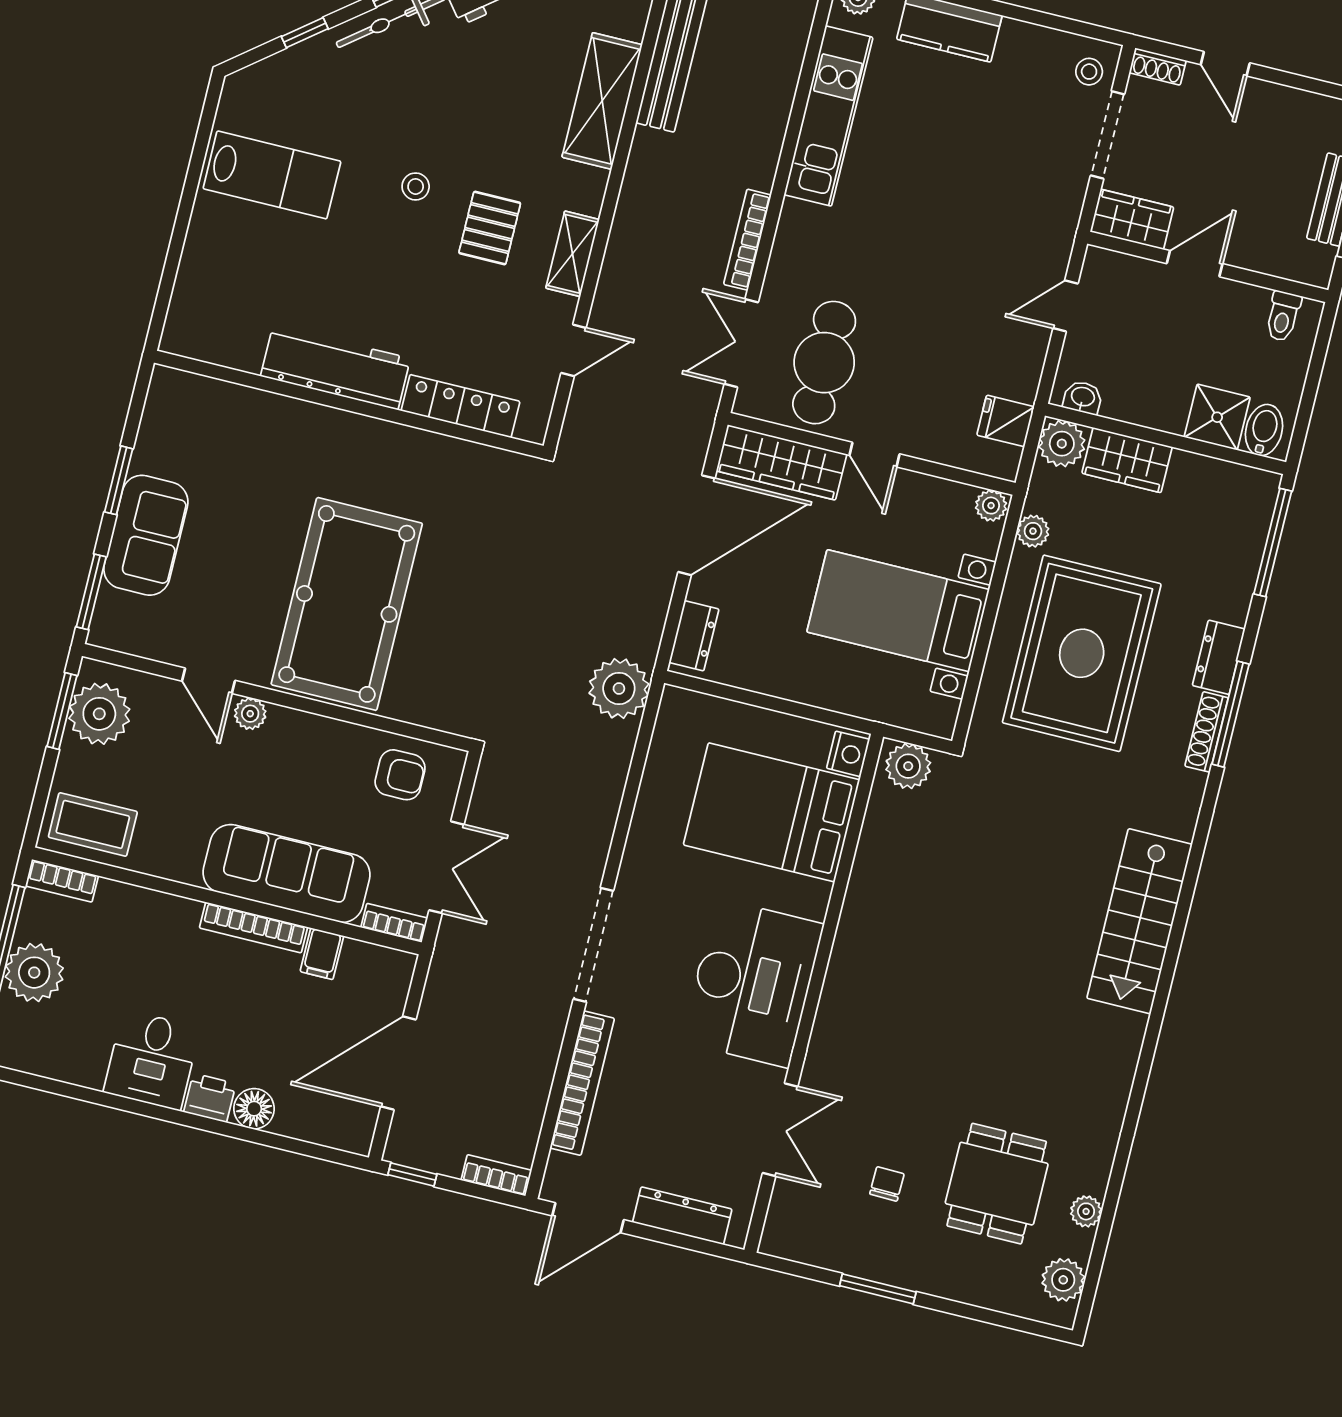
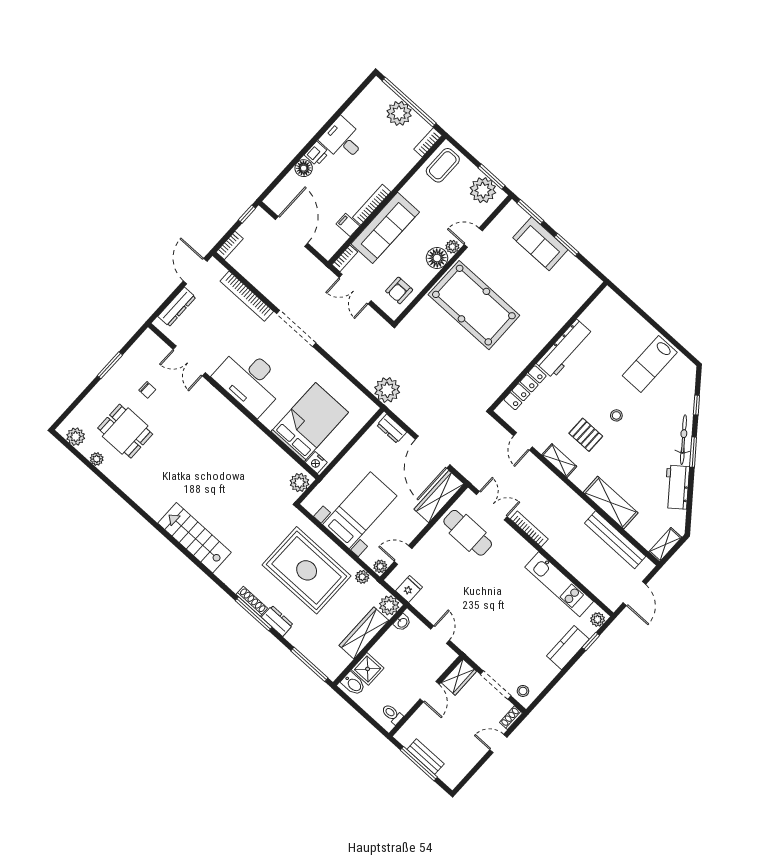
door: (875, 455) -> (403, 555), moved
wardrobe: (1127, 460) -> (364, 633), width x1.50
floor lamp: (291, 733) -> (437, 258), added

